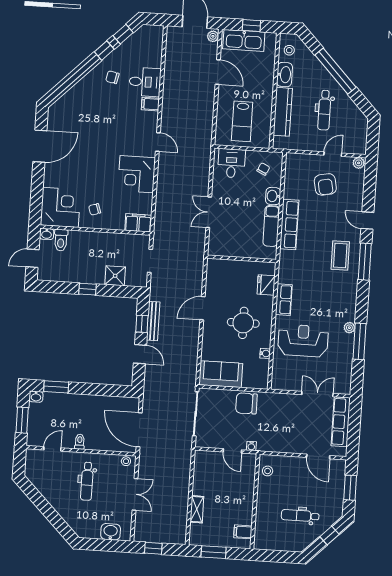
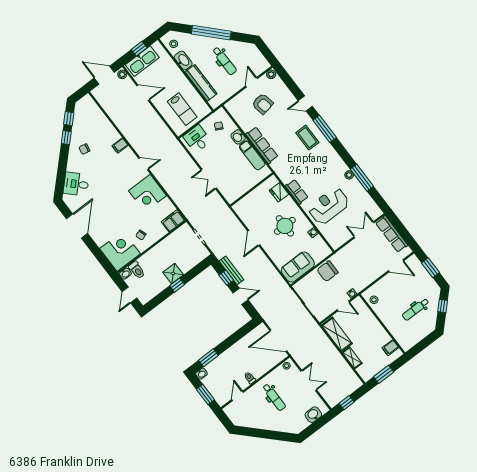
desk: (145, 82) -> (76, 184), moved, turned -135
shower: (115, 276) -> (173, 273), moved
shelving: (202, 473) -> (337, 334), added

